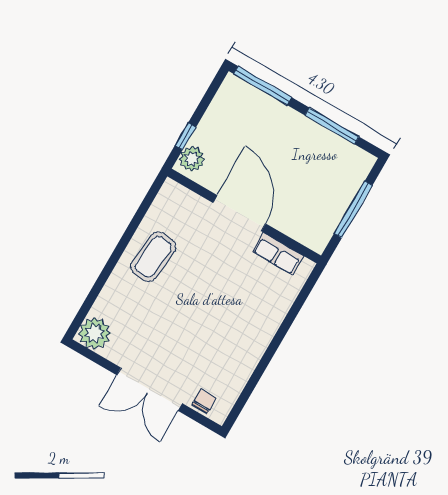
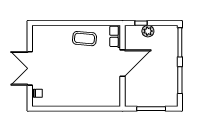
plant: (192, 159) -> (148, 31), moved
row of seats: (278, 254) -> (115, 36), moved
plant: (94, 333) -> (39, 33), removed

